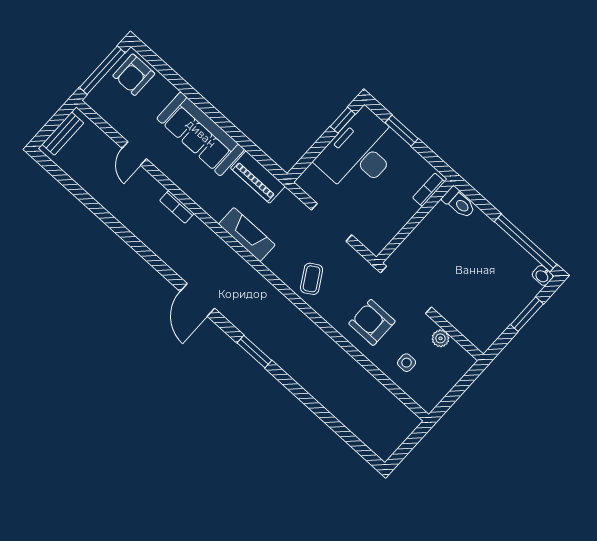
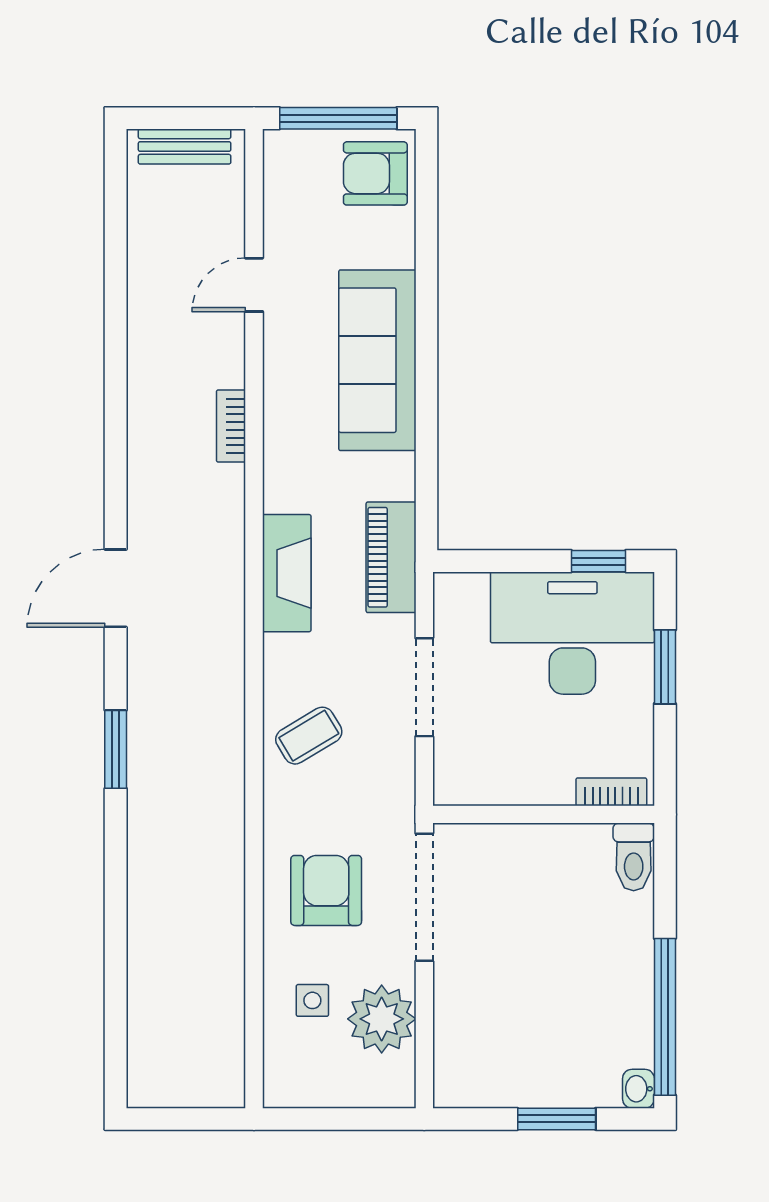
piano: (258, 177) -> (391, 557), moved
plant: (440, 338) -> (382, 1019), width x1.88, depth x1.88

